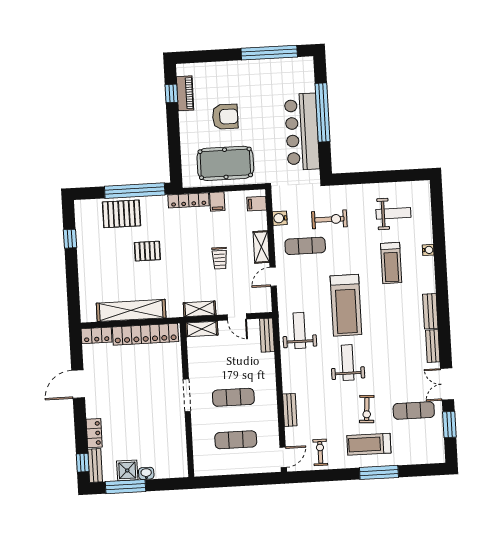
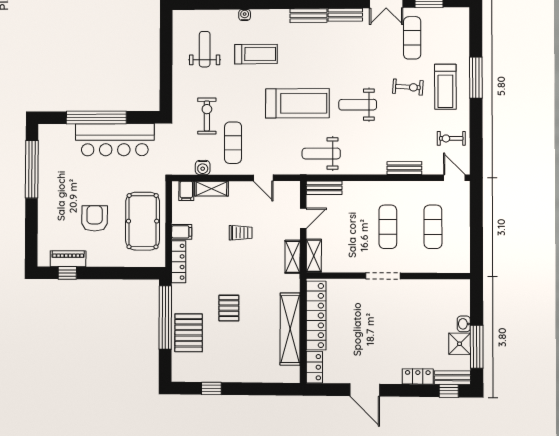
shelving: (261, 247) -> (211, 189), moved

